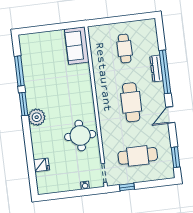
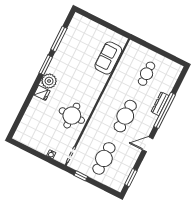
sofa: (77, 46) -> (108, 58), moved
cafe table: (138, 156) -> (104, 158), turned 90
fridge: (41, 165) -> (42, 93), moved

